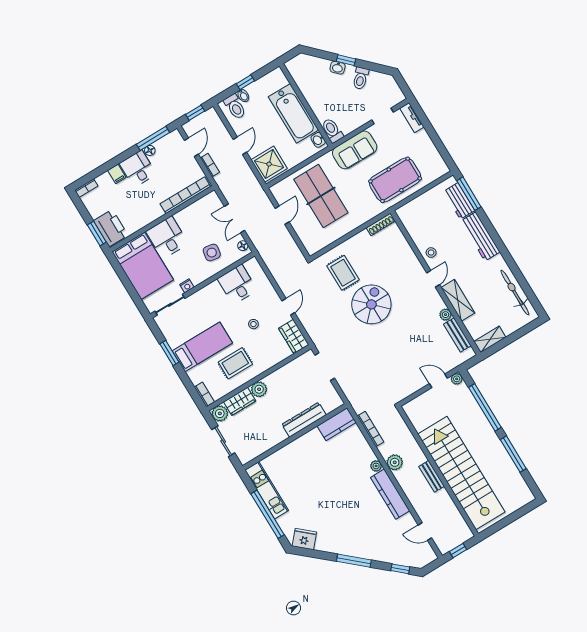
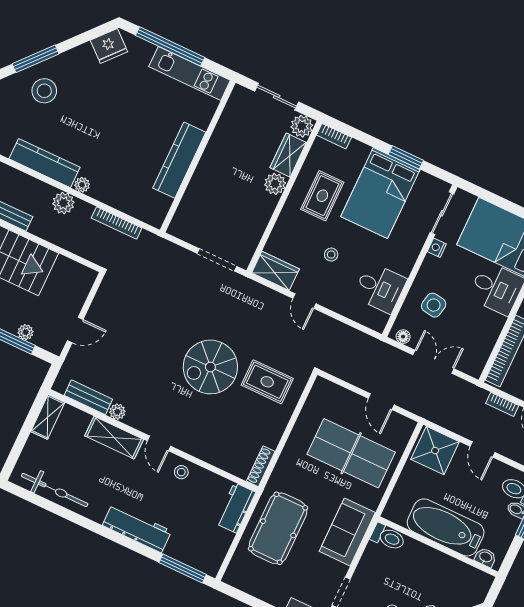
washbasin: (318, 140) -> (485, 557), moved
workbench: (459, 201) -> (236, 508), moved, turned -90
spiral stairs: (371, 304) -> (210, 367), turned 90
bed: (202, 347) -> (380, 193), width x1.50
plant: (457, 379) -> (26, 332), moved
dresser: (304, 420) -> (200, 183), removed
kitchen counter: (337, 424) -> (179, 160), moved, width x1.50
stool: (361, 538) -> (44, 91), added

